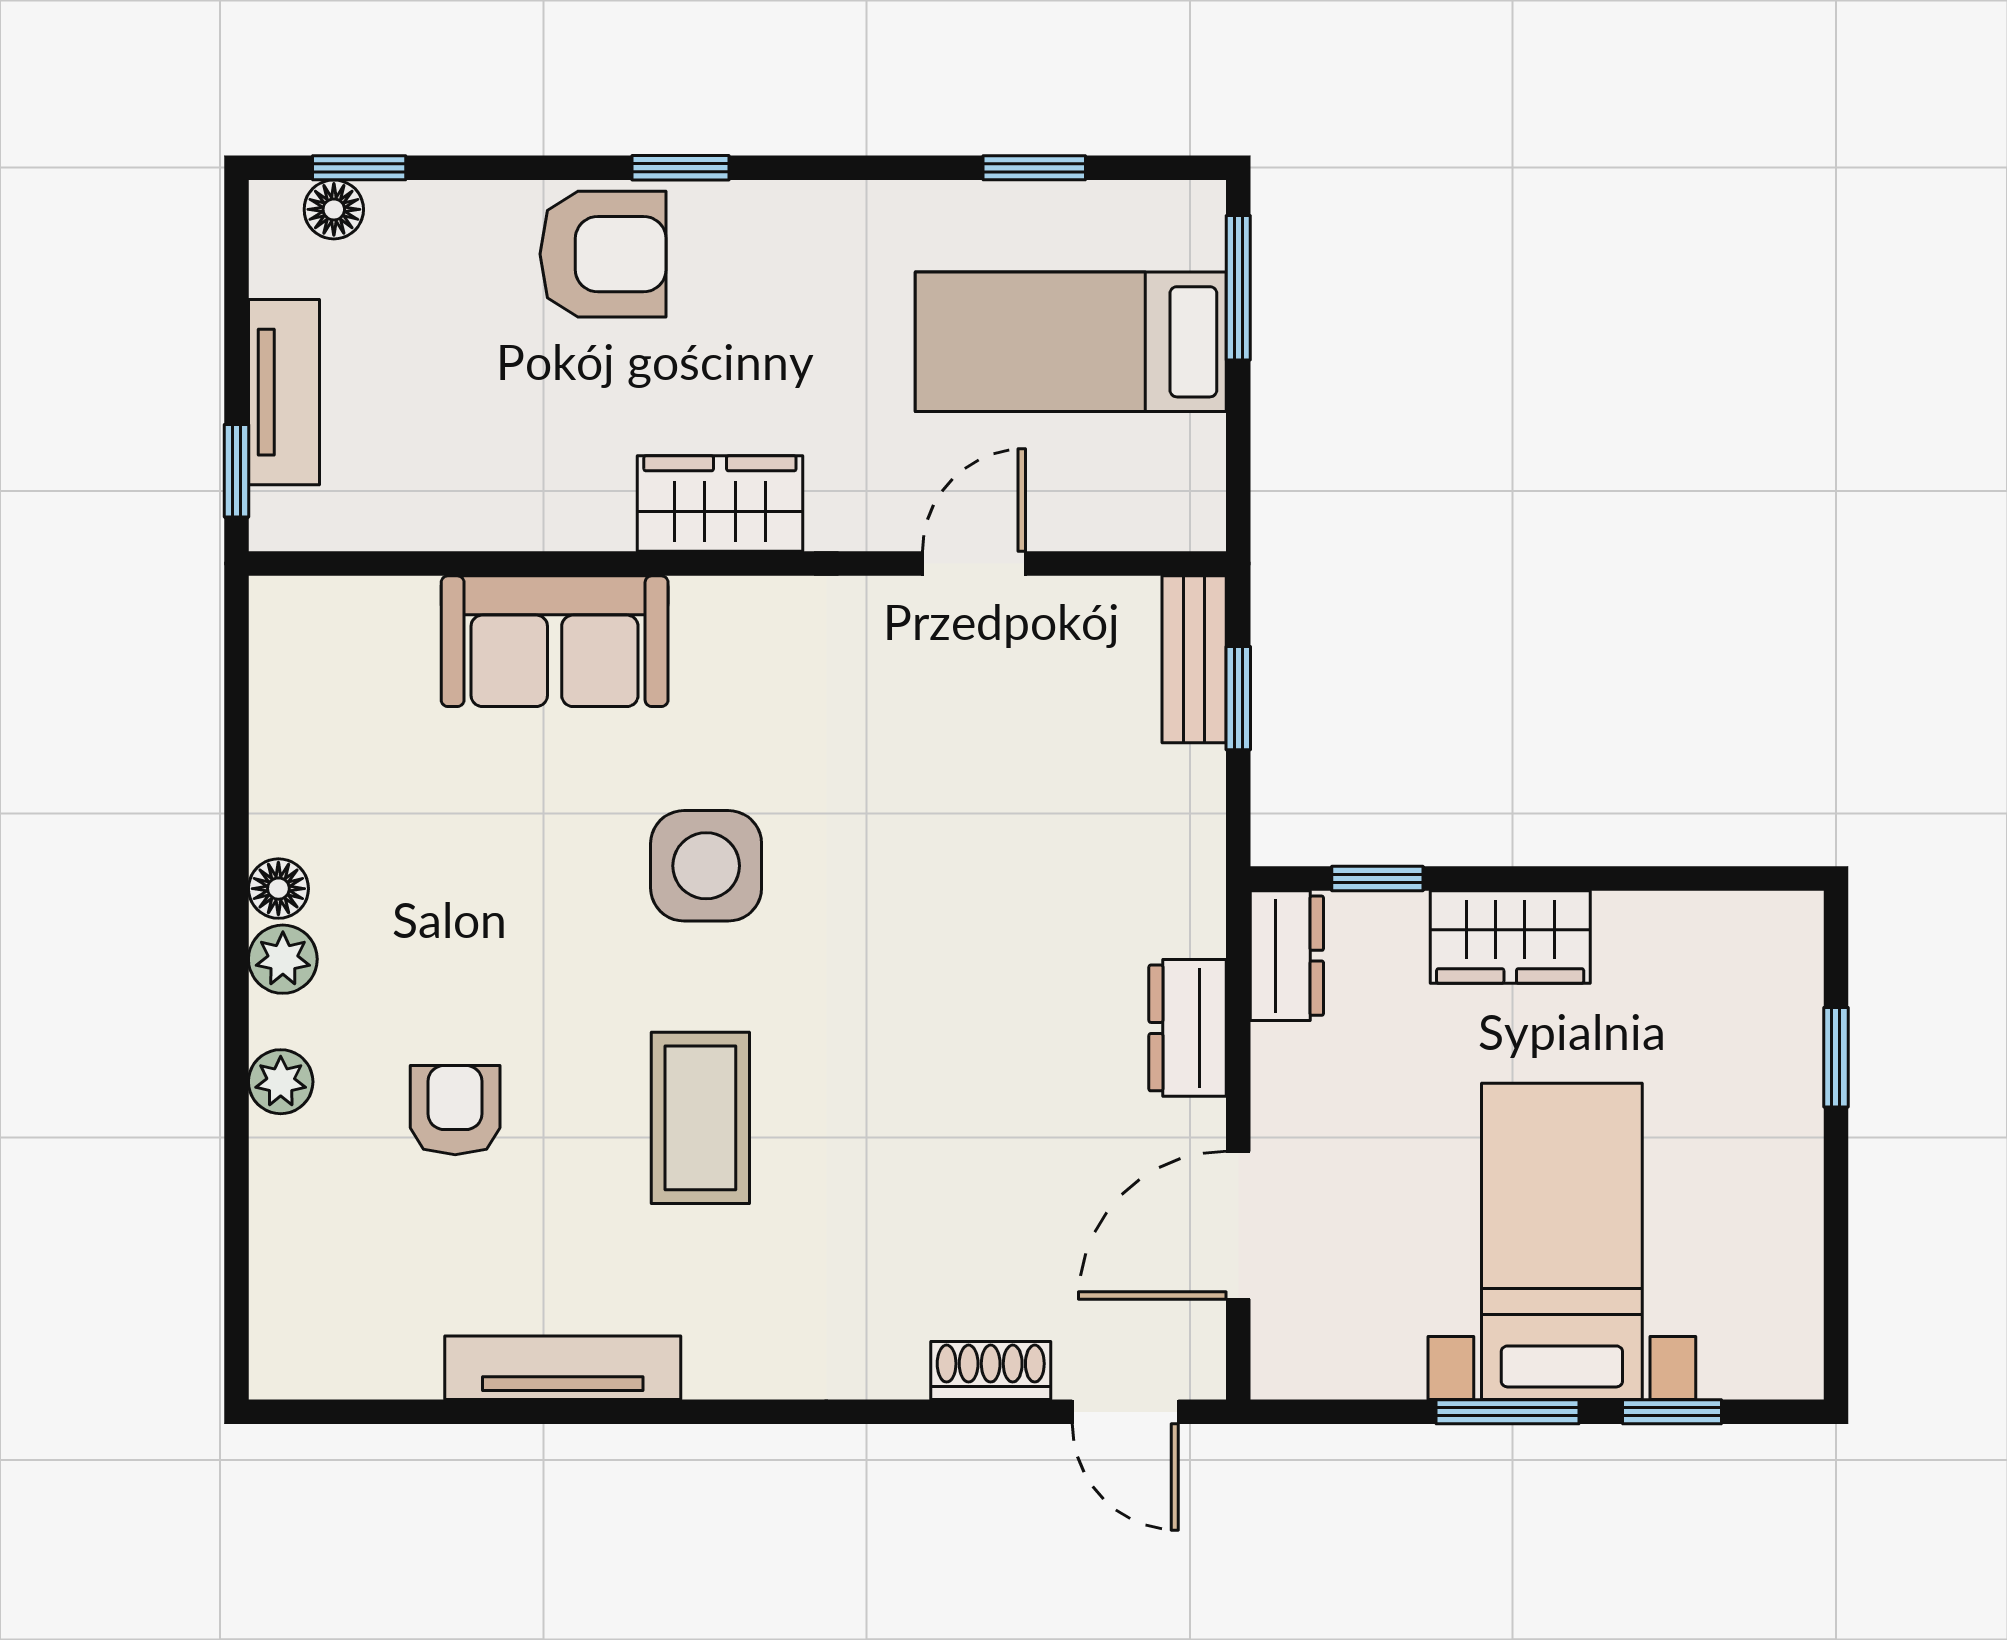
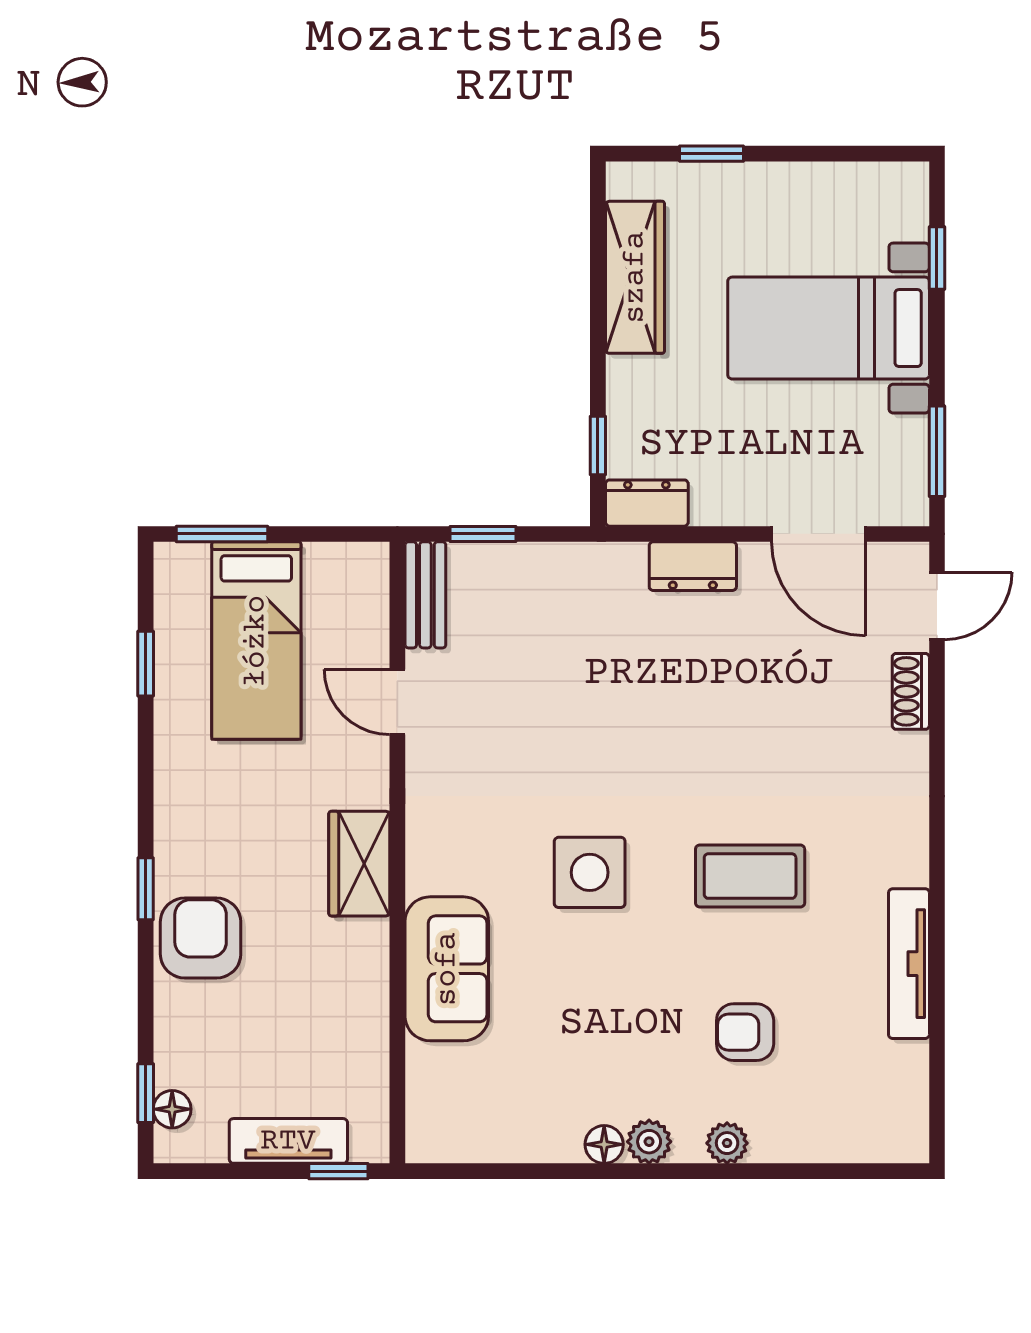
bench: (1194, 659) -> (425, 595), moved, turned 90
wardrobe: (1510, 937) -> (635, 277), moved, width x1.50
window: (1507, 1412) -> (937, 451), moved

